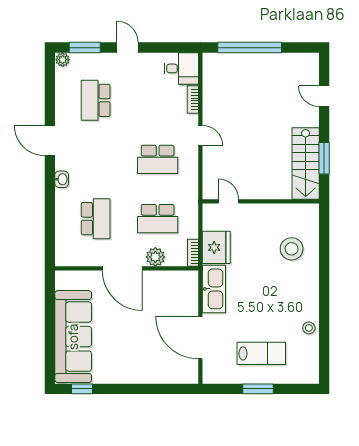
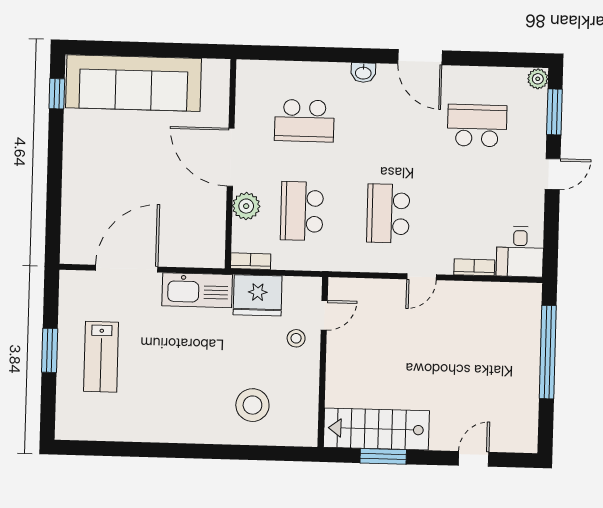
door: (50, 141) -> (420, 57), swing flipped
door: (122, 268) -> (231, 157), hinge flipped
stool: (309, 328) -> (296, 338), moved

